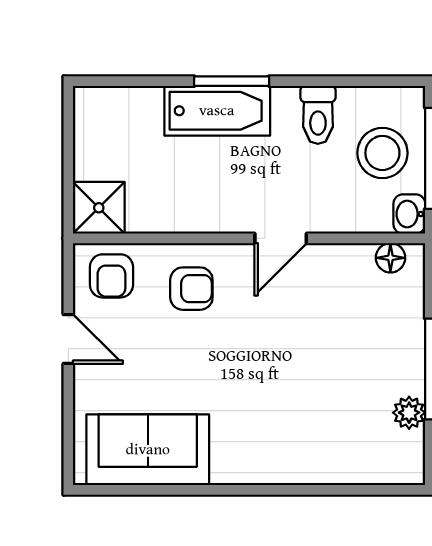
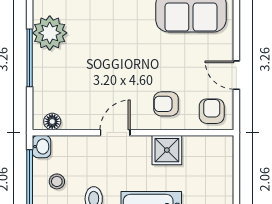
stool: (382, 153) -> (57, 181), width x0.53, depth x0.53
shower: (99, 208) -> (167, 150), moved
plant: (409, 413) -> (50, 33), width x1.88, depth x1.88

